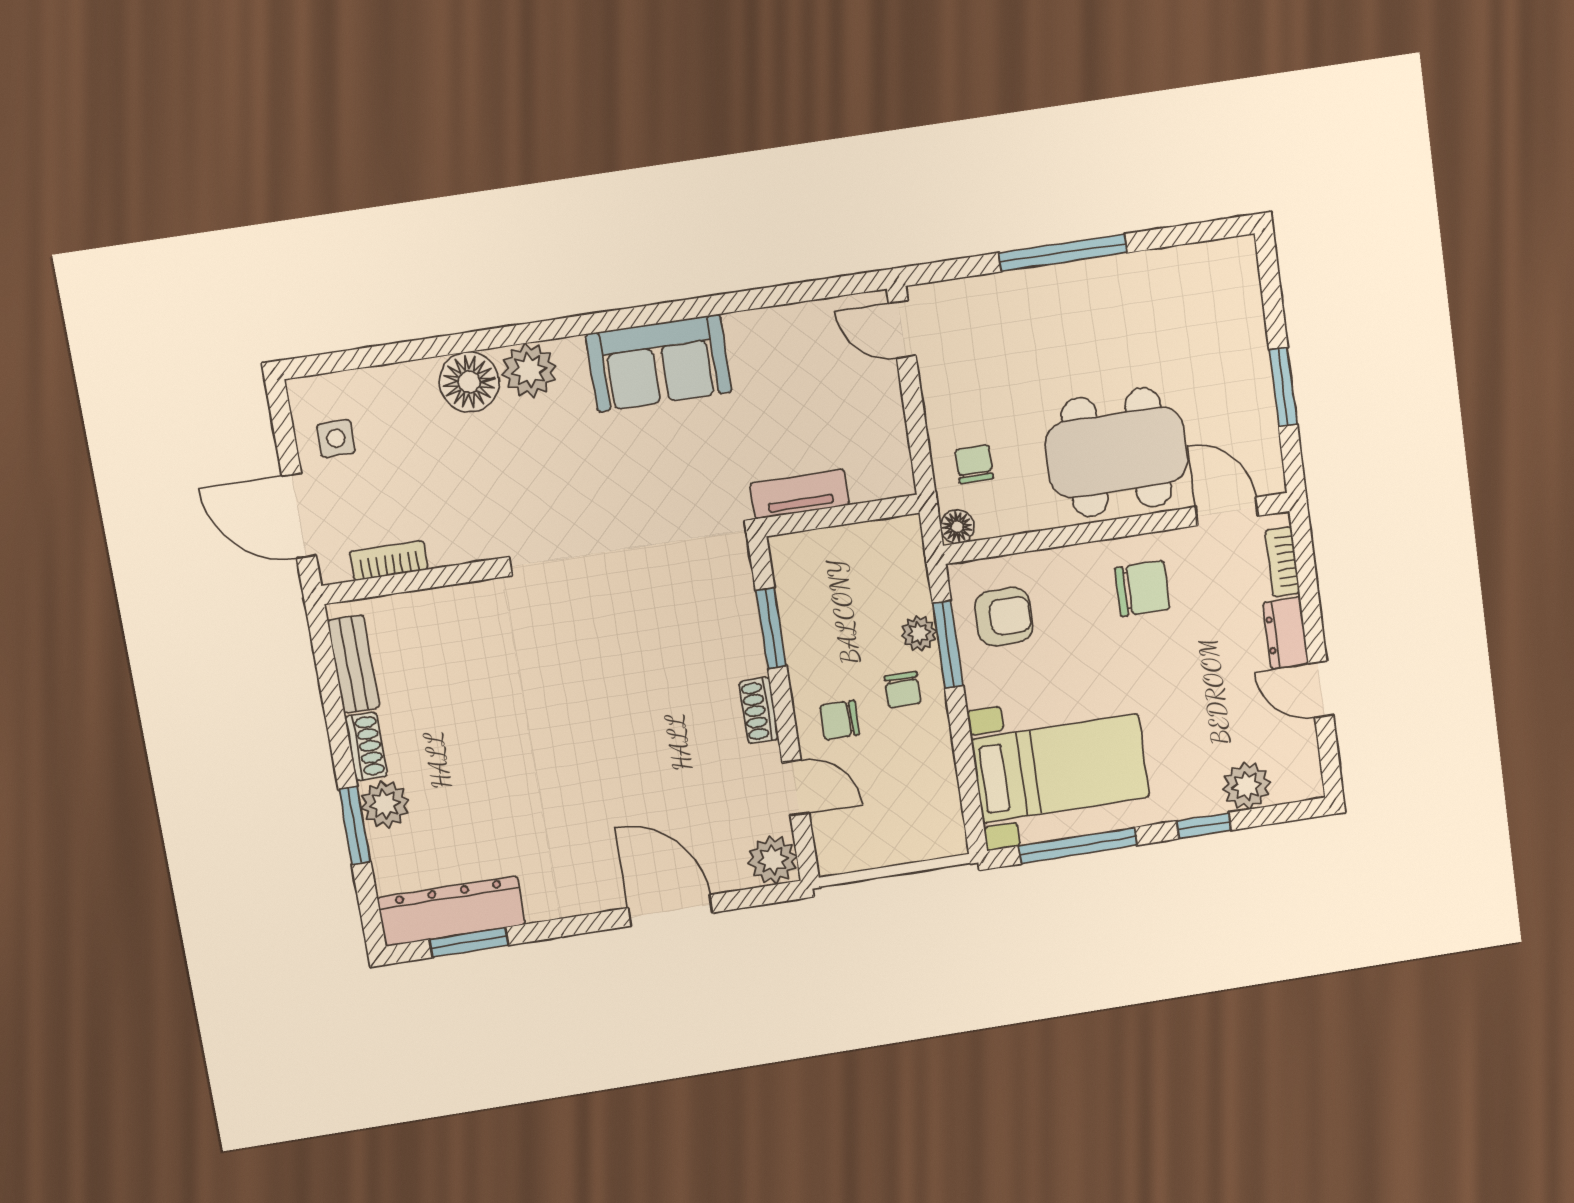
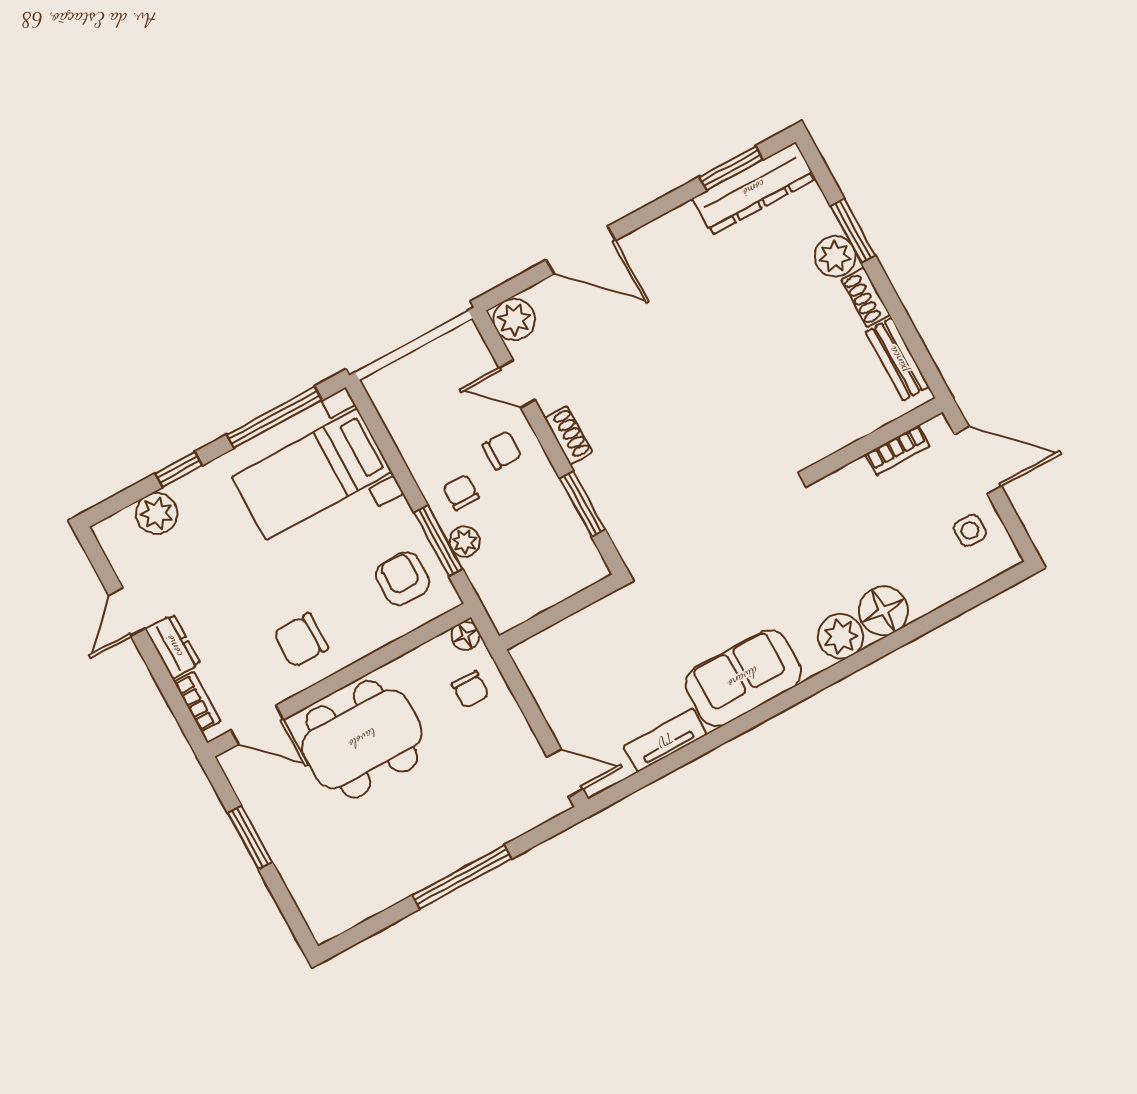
tv unit: (800, 494) -> (665, 740), moved, turned 180
armchair: (1004, 617) -> (402, 579), turned 90
door: (1321, 689) -> (127, 612), swing flipped

